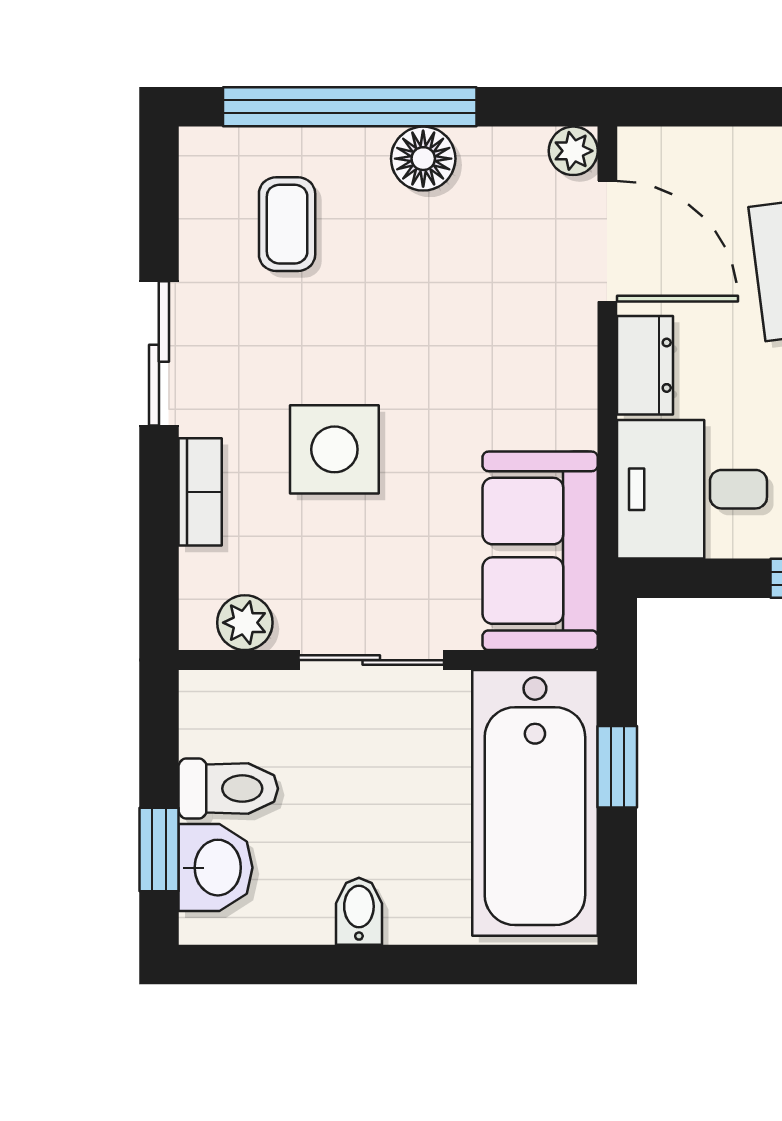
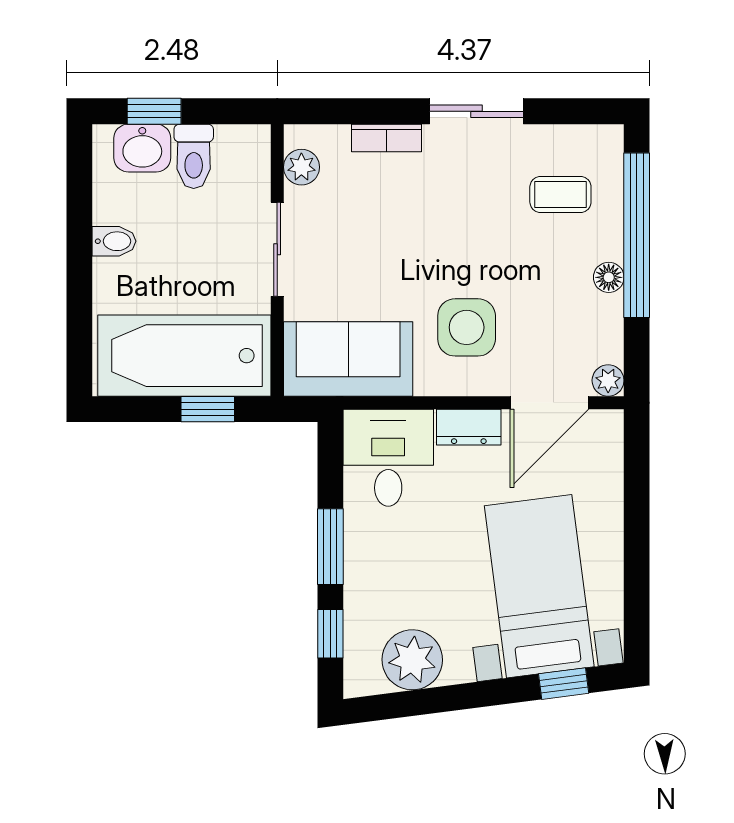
floor lamp: (423, 159) -> (609, 277), width x0.73, depth x0.73
side table: (334, 449) -> (467, 327), moved

